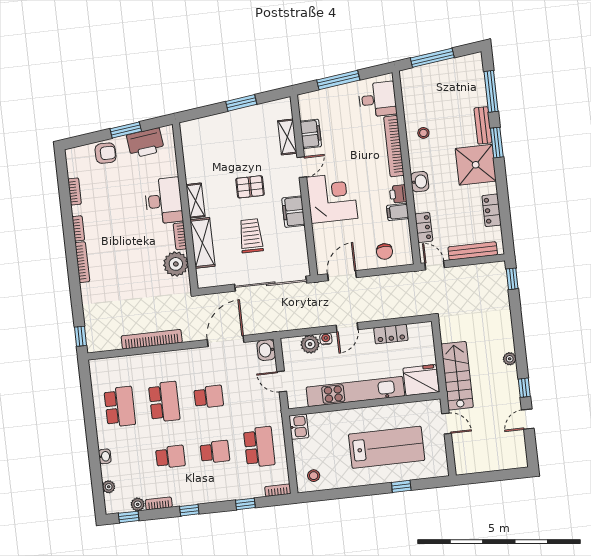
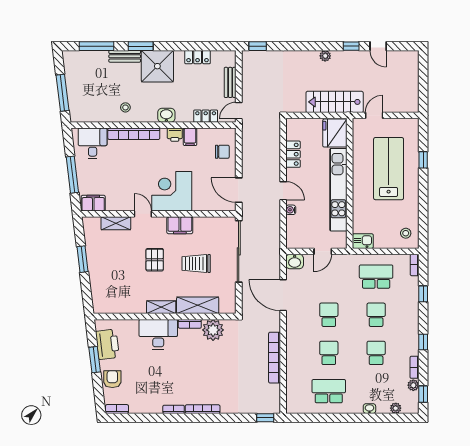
filing cabinet: (311, 134) -> (93, 203), moved
bookcase: (75, 191) -> (117, 409), moved
bench: (473, 251) -> (230, 82), width x0.73
plant: (310, 344) -> (294, 224), removed
school desk: (164, 402) -> (329, 353), width x0.54

